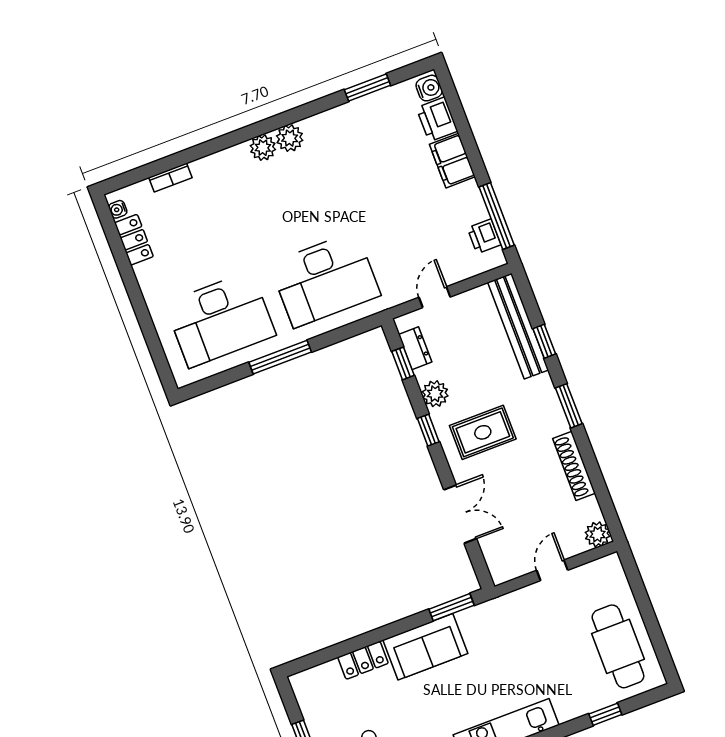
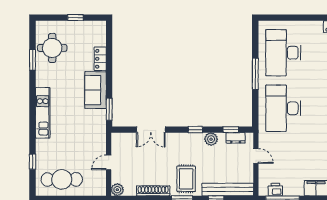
rug: (483, 432) -> (186, 179), moved
door: (552, 570) -> (109, 162), swing flipped

